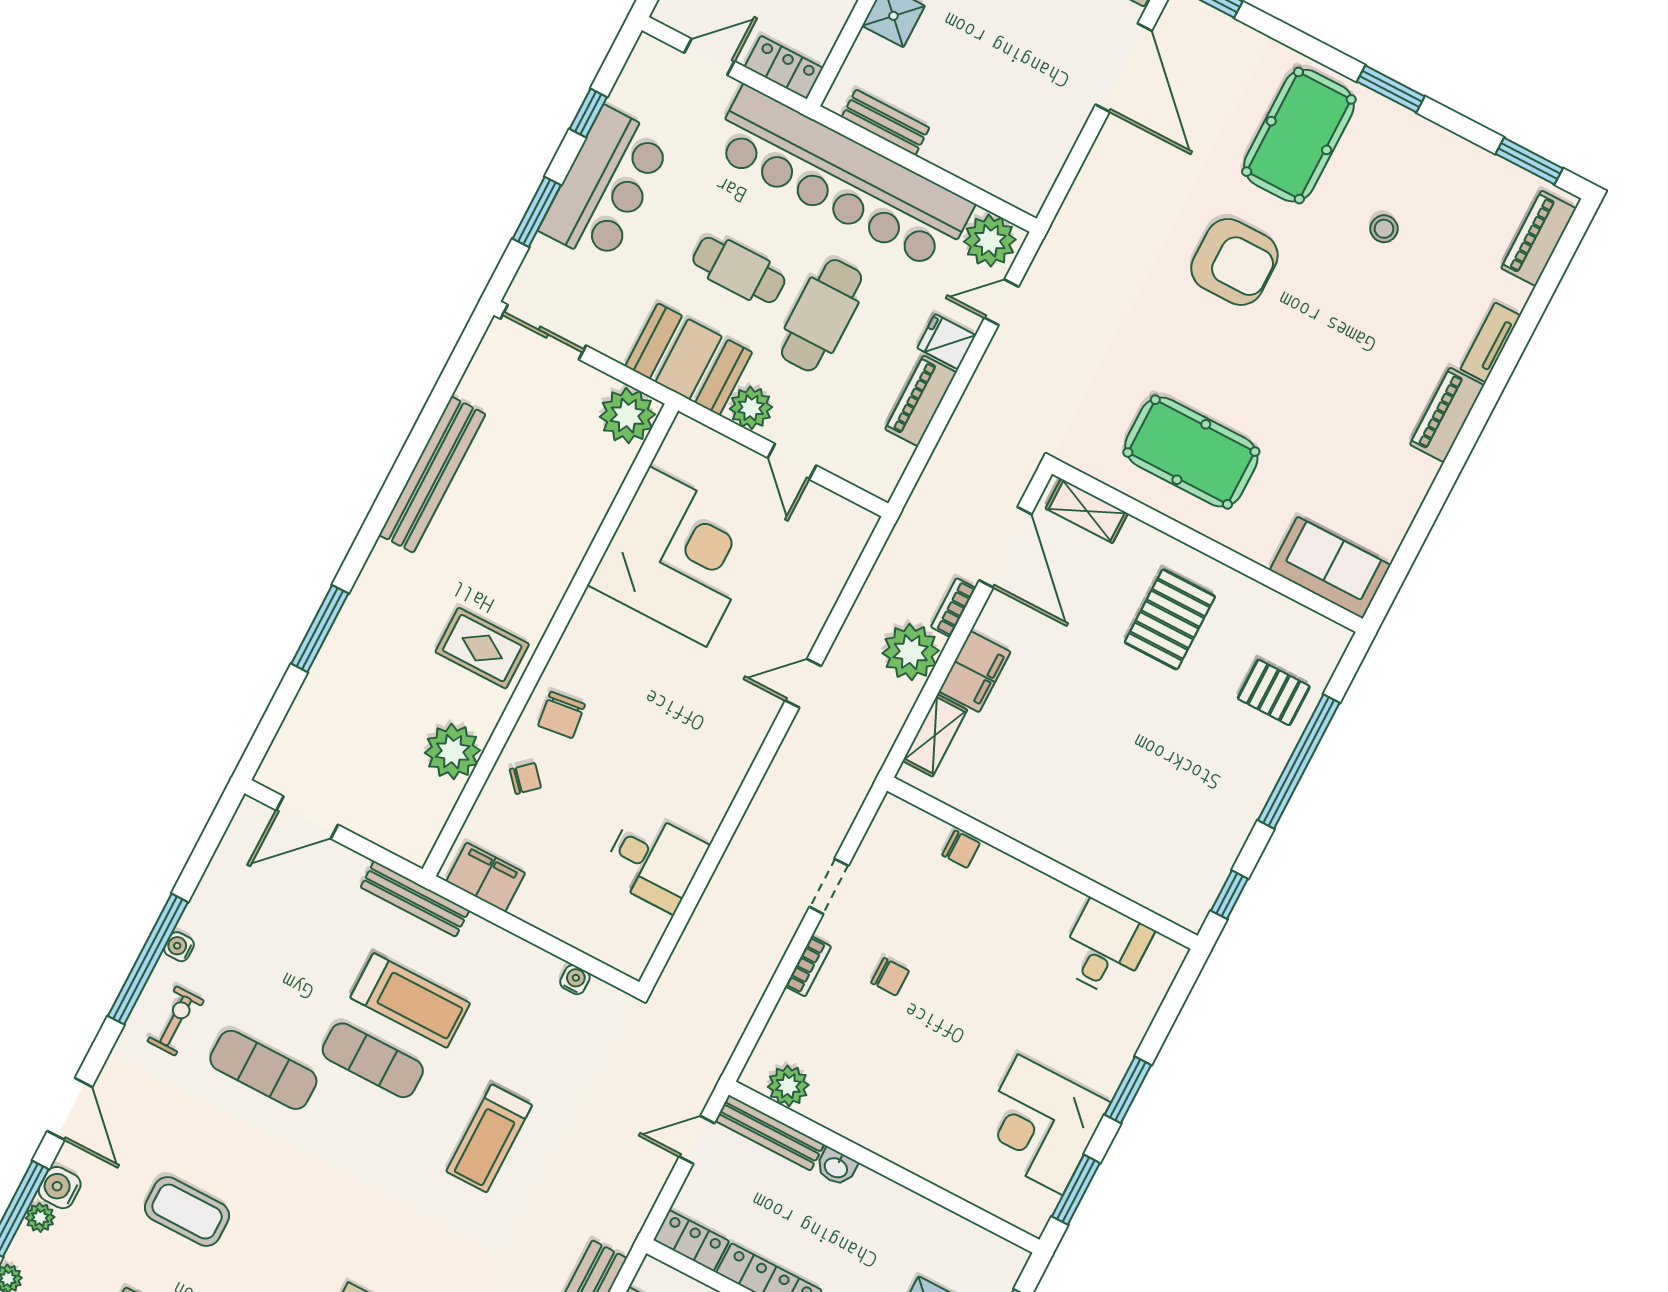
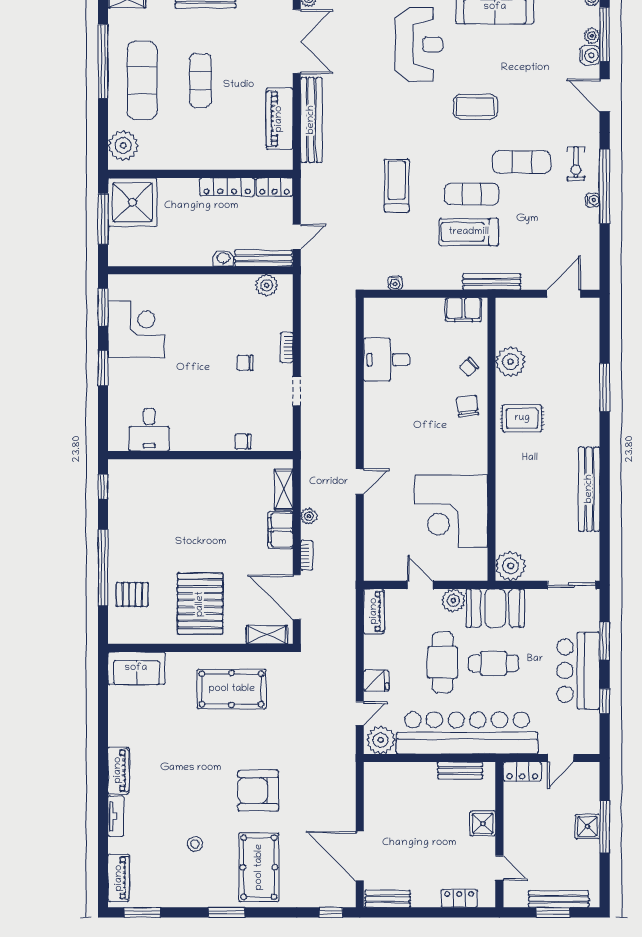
piano: (921, 401) -> (374, 611), moved
pallet: (1170, 619) -> (200, 604), width x1.37, depth x1.41
plant: (911, 652) -> (309, 516), width x0.53, depth x0.53
coffee table: (187, 1212) -> (476, 107), moved

